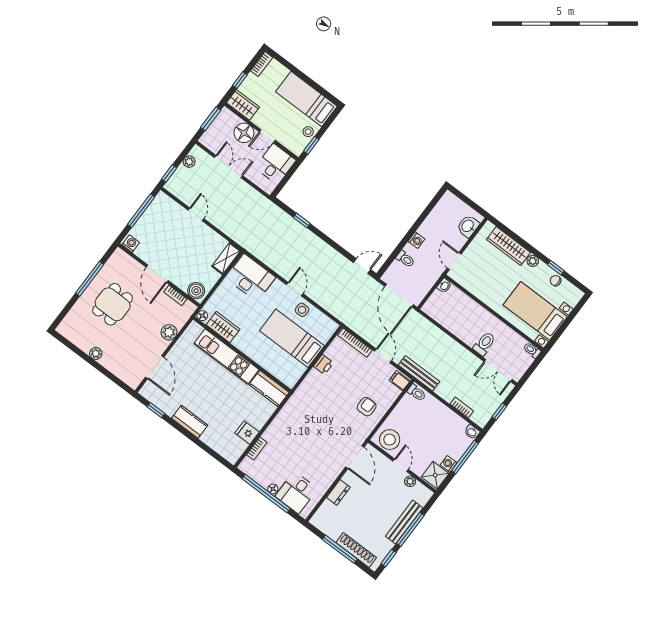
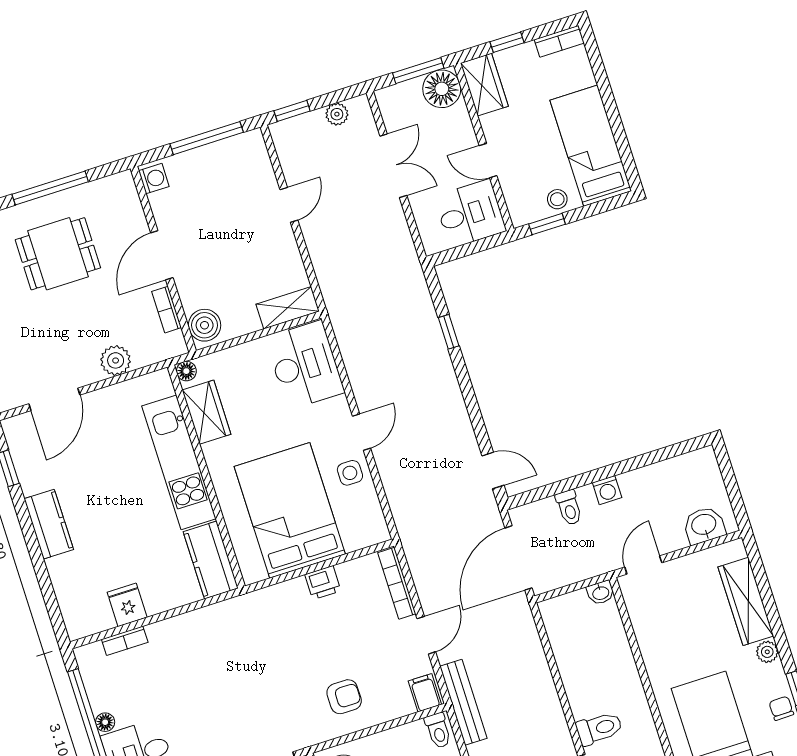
floor lamp: (244, 133) -> (442, 89), moved
bed: (292, 338) -> (290, 510), width x1.50

